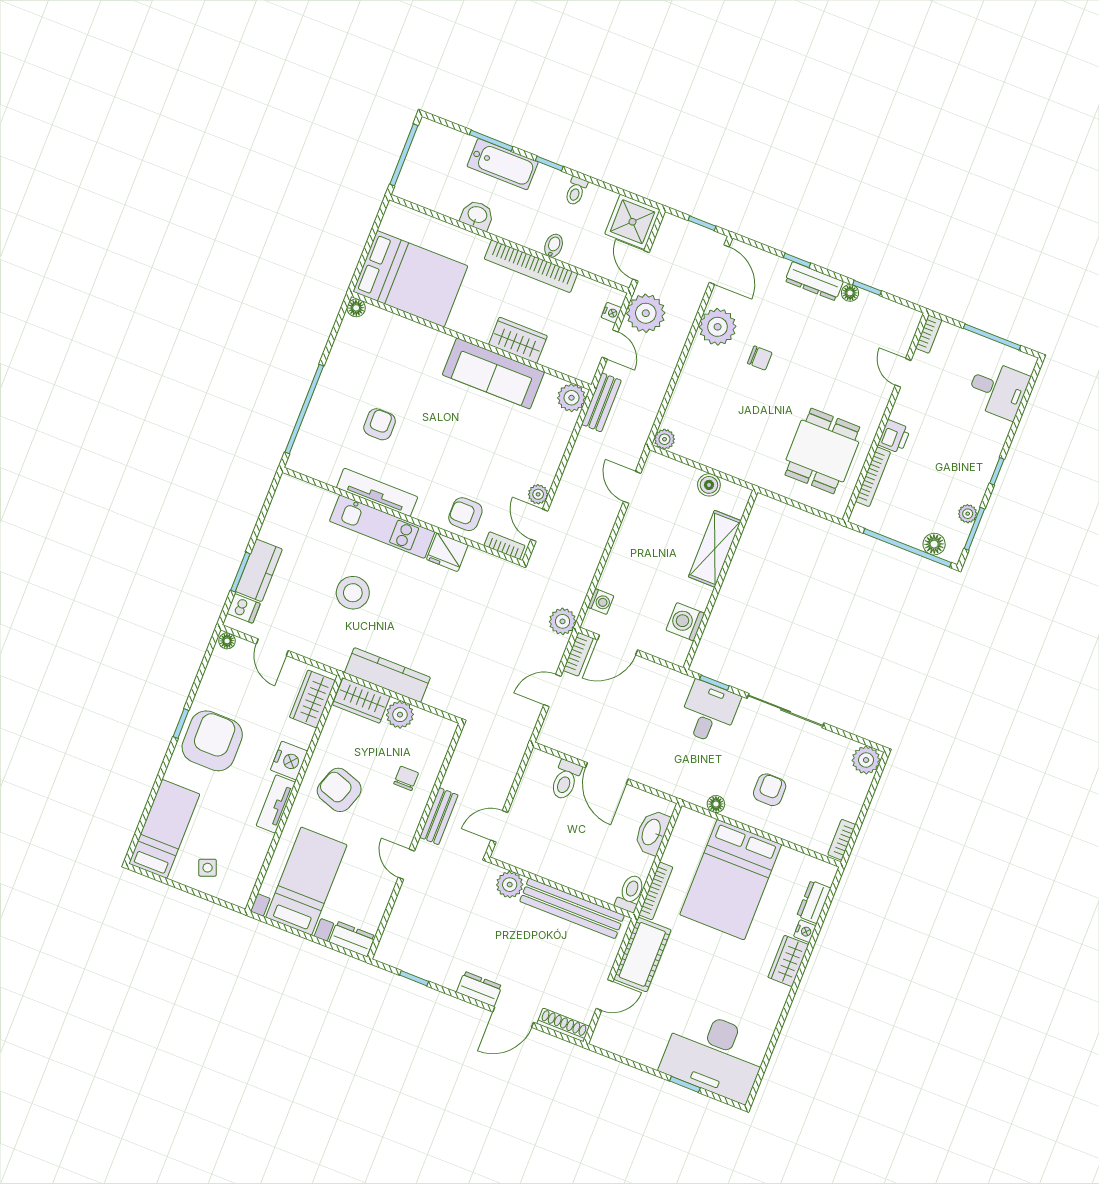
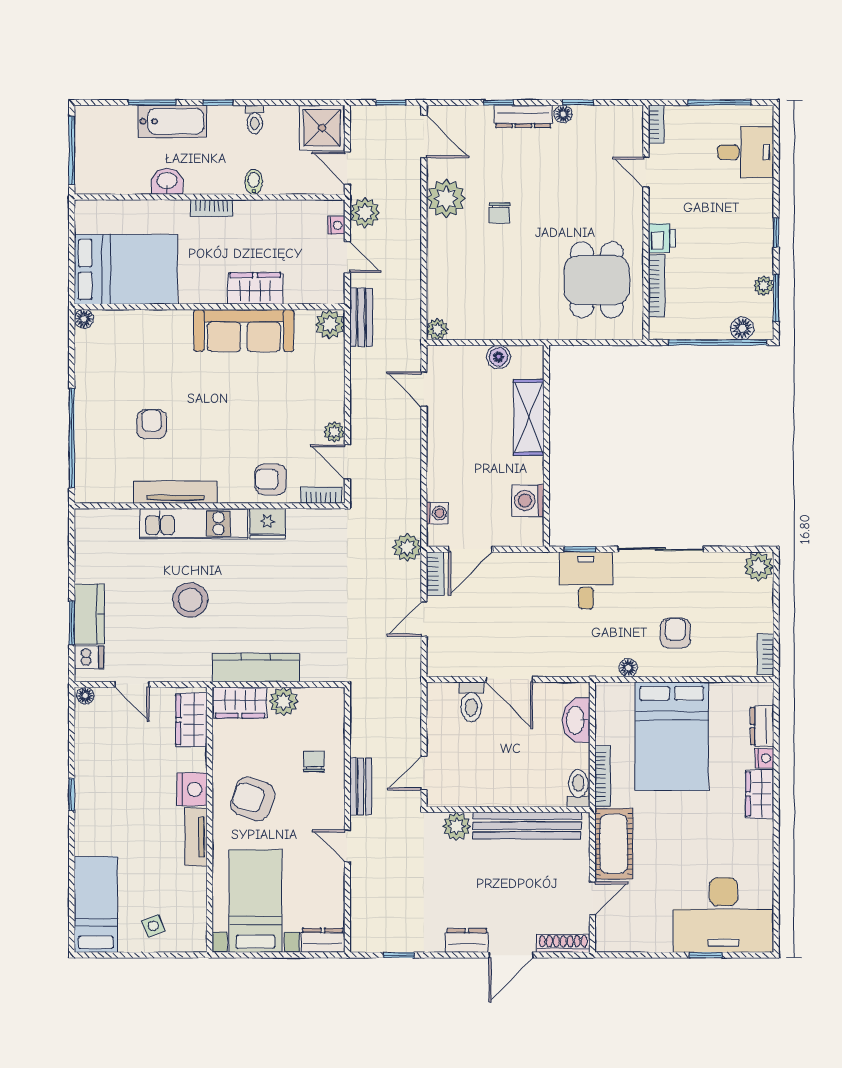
bookcase: (531, 266) -> (212, 208), width x0.43, depth x0.76
plant: (646, 313) -> (365, 213), width x0.73, depth x0.73
chair: (760, 358) -> (499, 213), turned 90
armchair: (212, 741) -> (109, 800), removed

